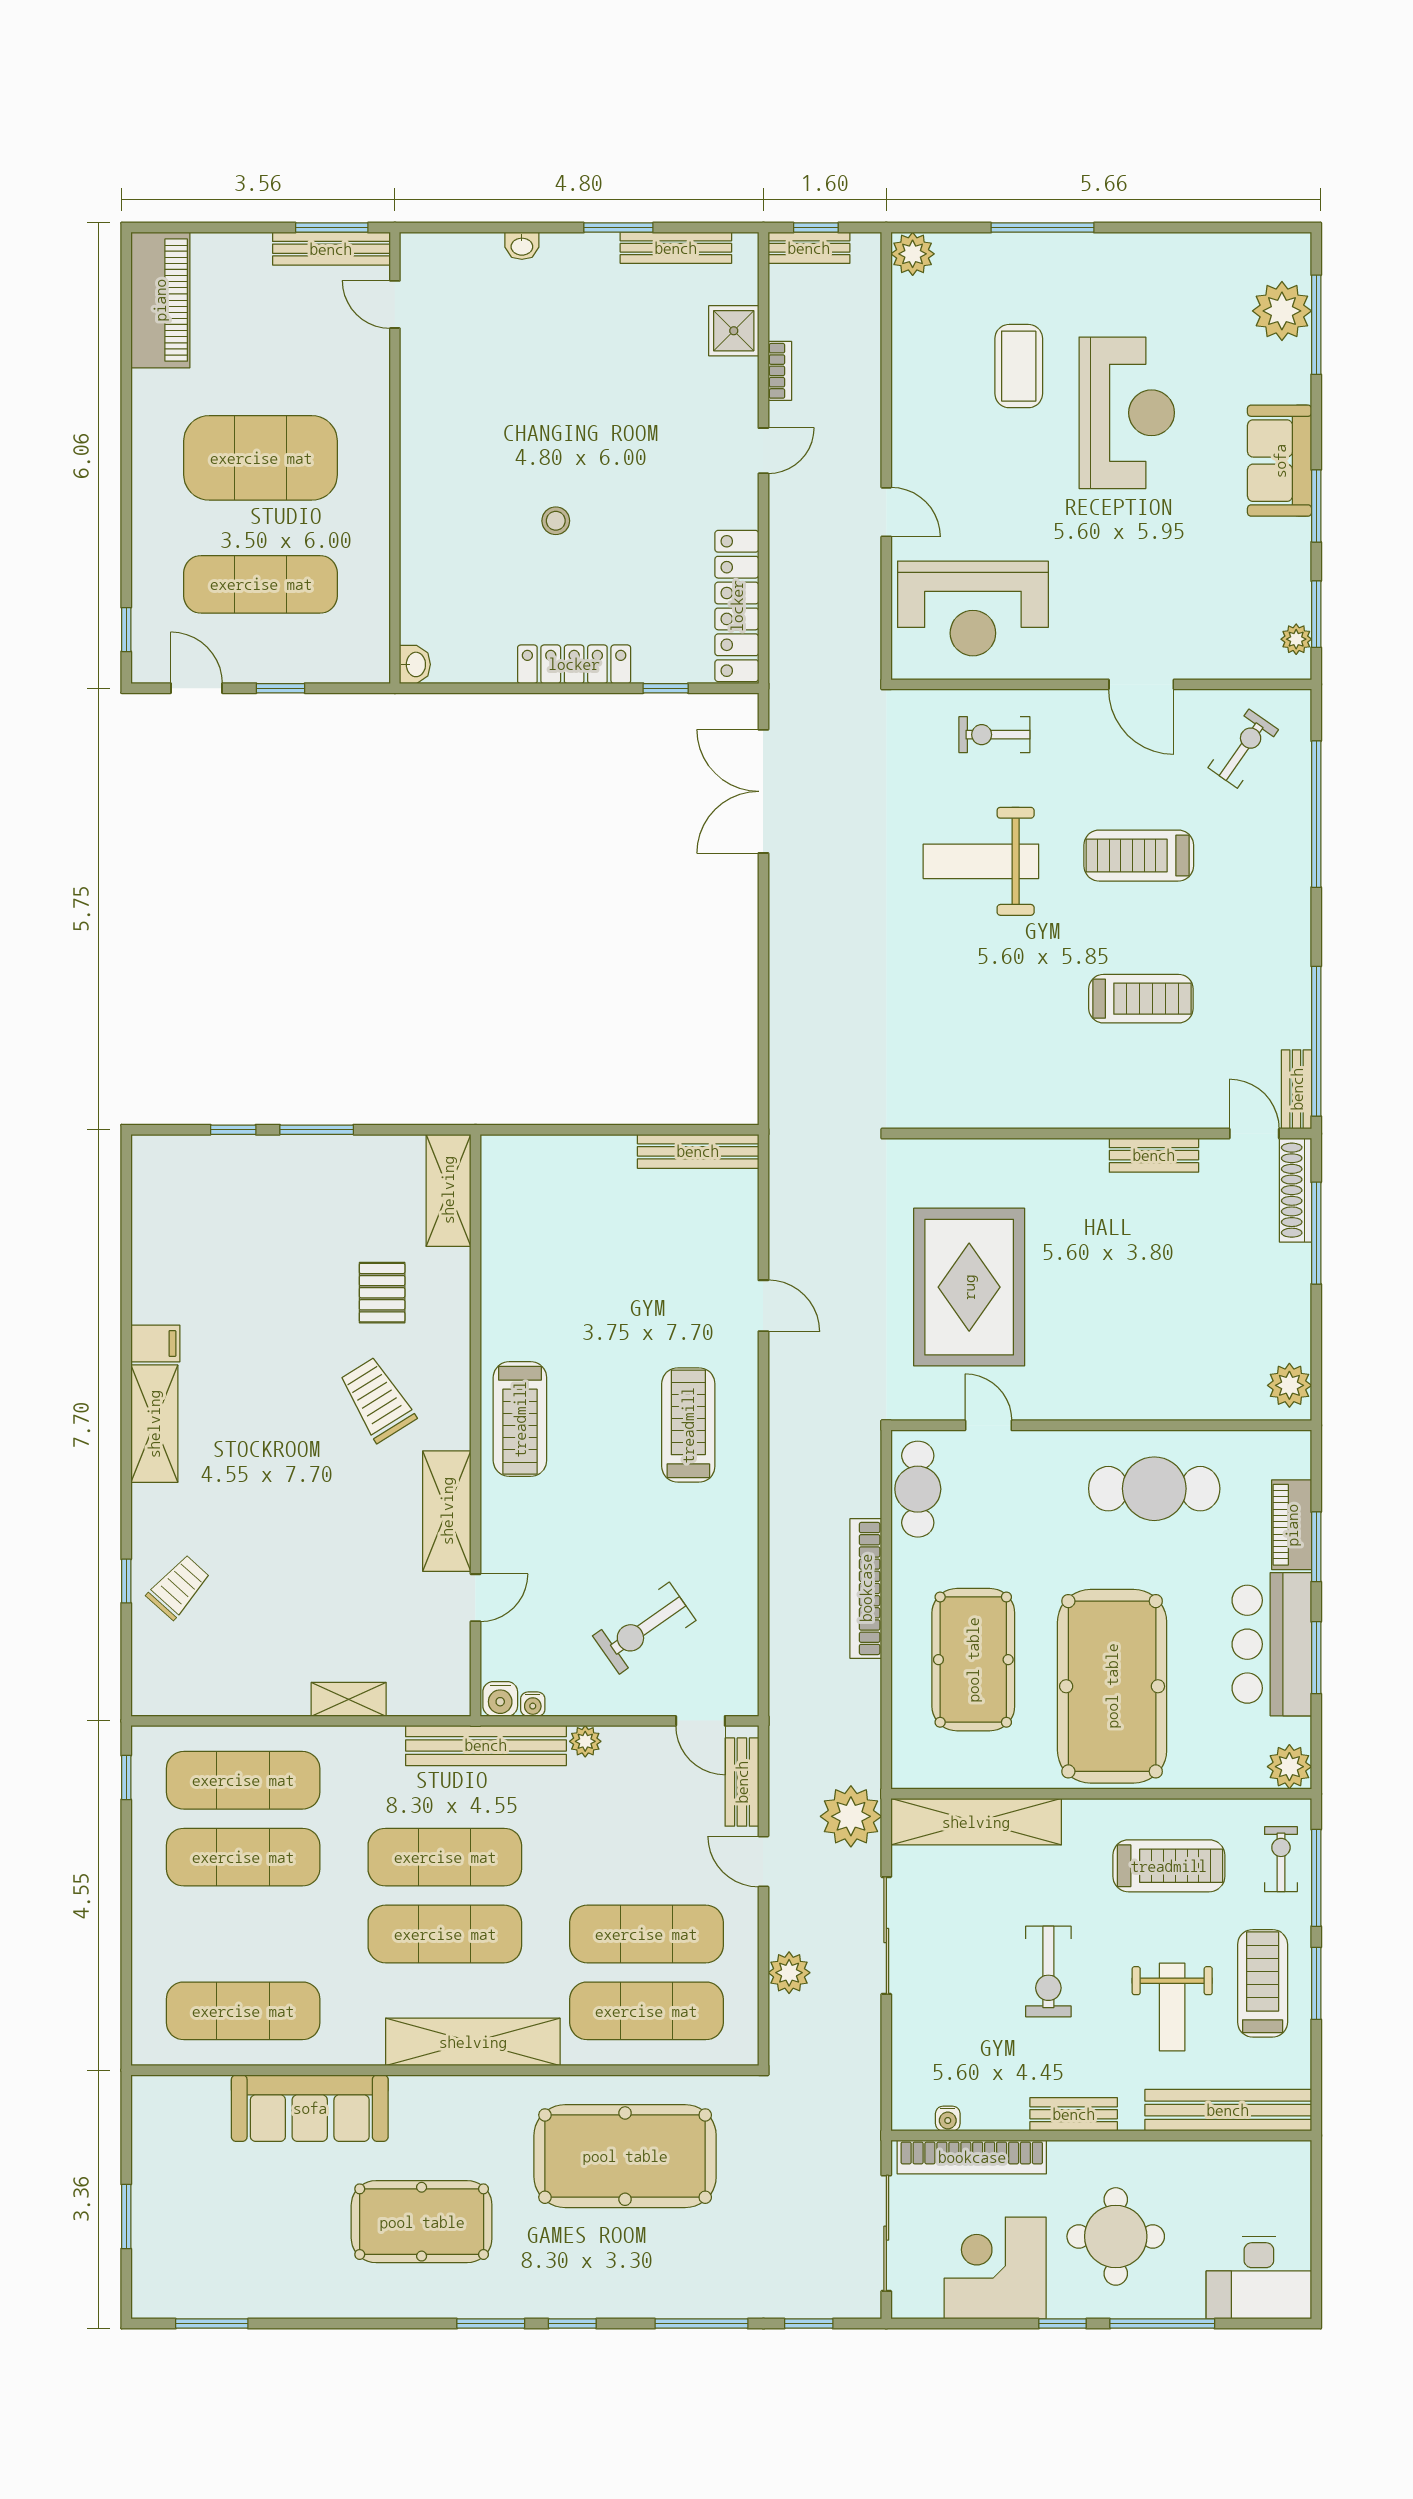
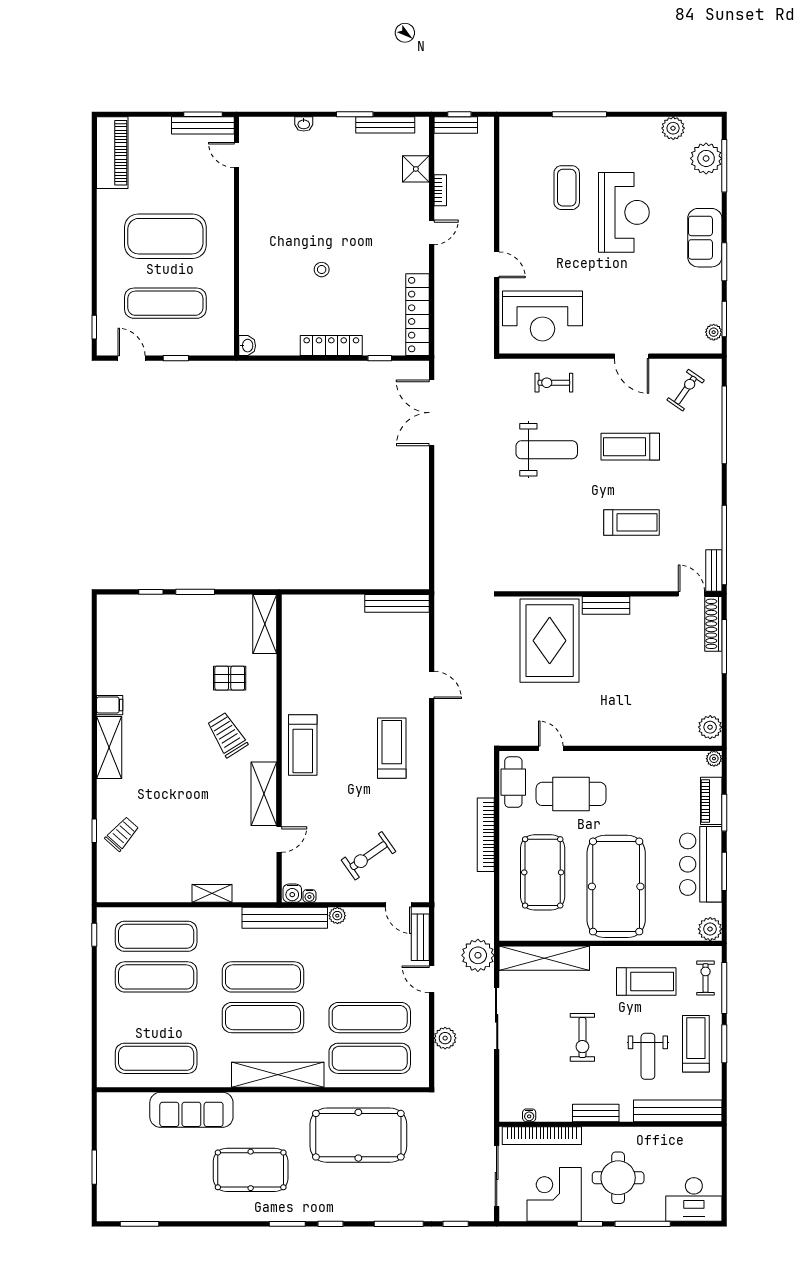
plant: (913, 254) -> (673, 128), moved
weight bench: (981, 861) -> (547, 450), turned 180
bench: (1154, 1155) -> (606, 605), moved
rug: (969, 1287) -> (550, 641), moved
pallet: (382, 1293) -> (230, 678), turned 90
plant: (1297, 1445) -> (714, 759), added
cafe table: (1154, 1489) -> (571, 794), moved

